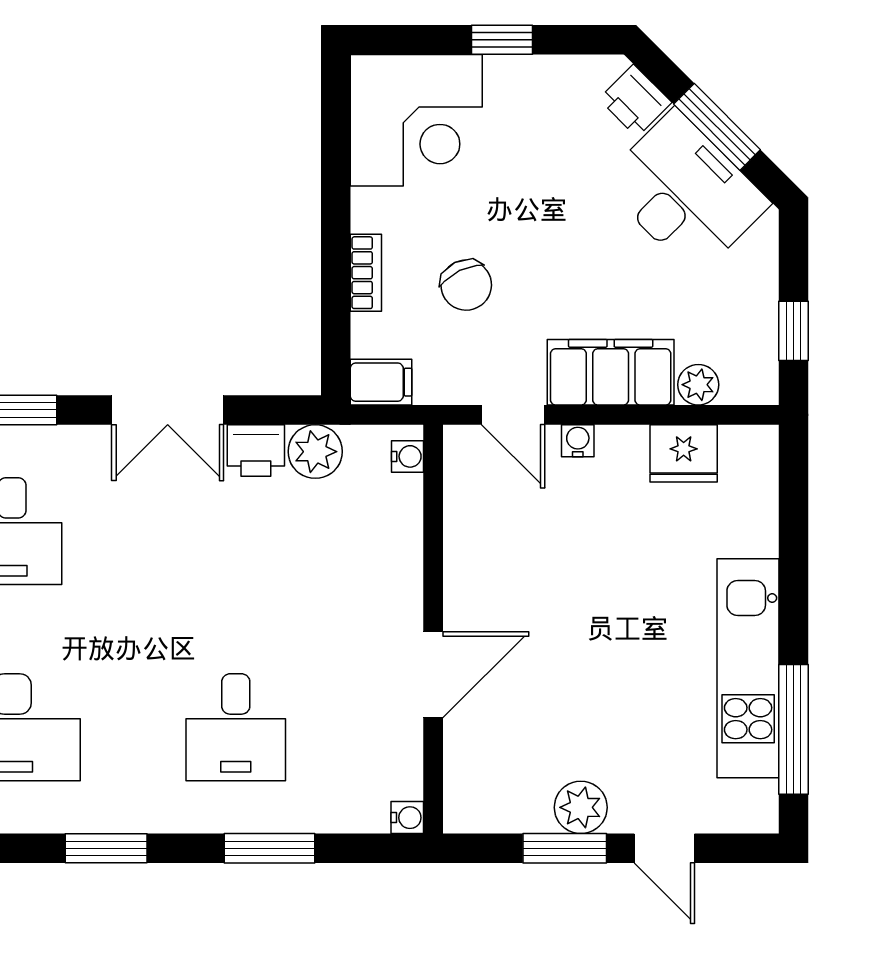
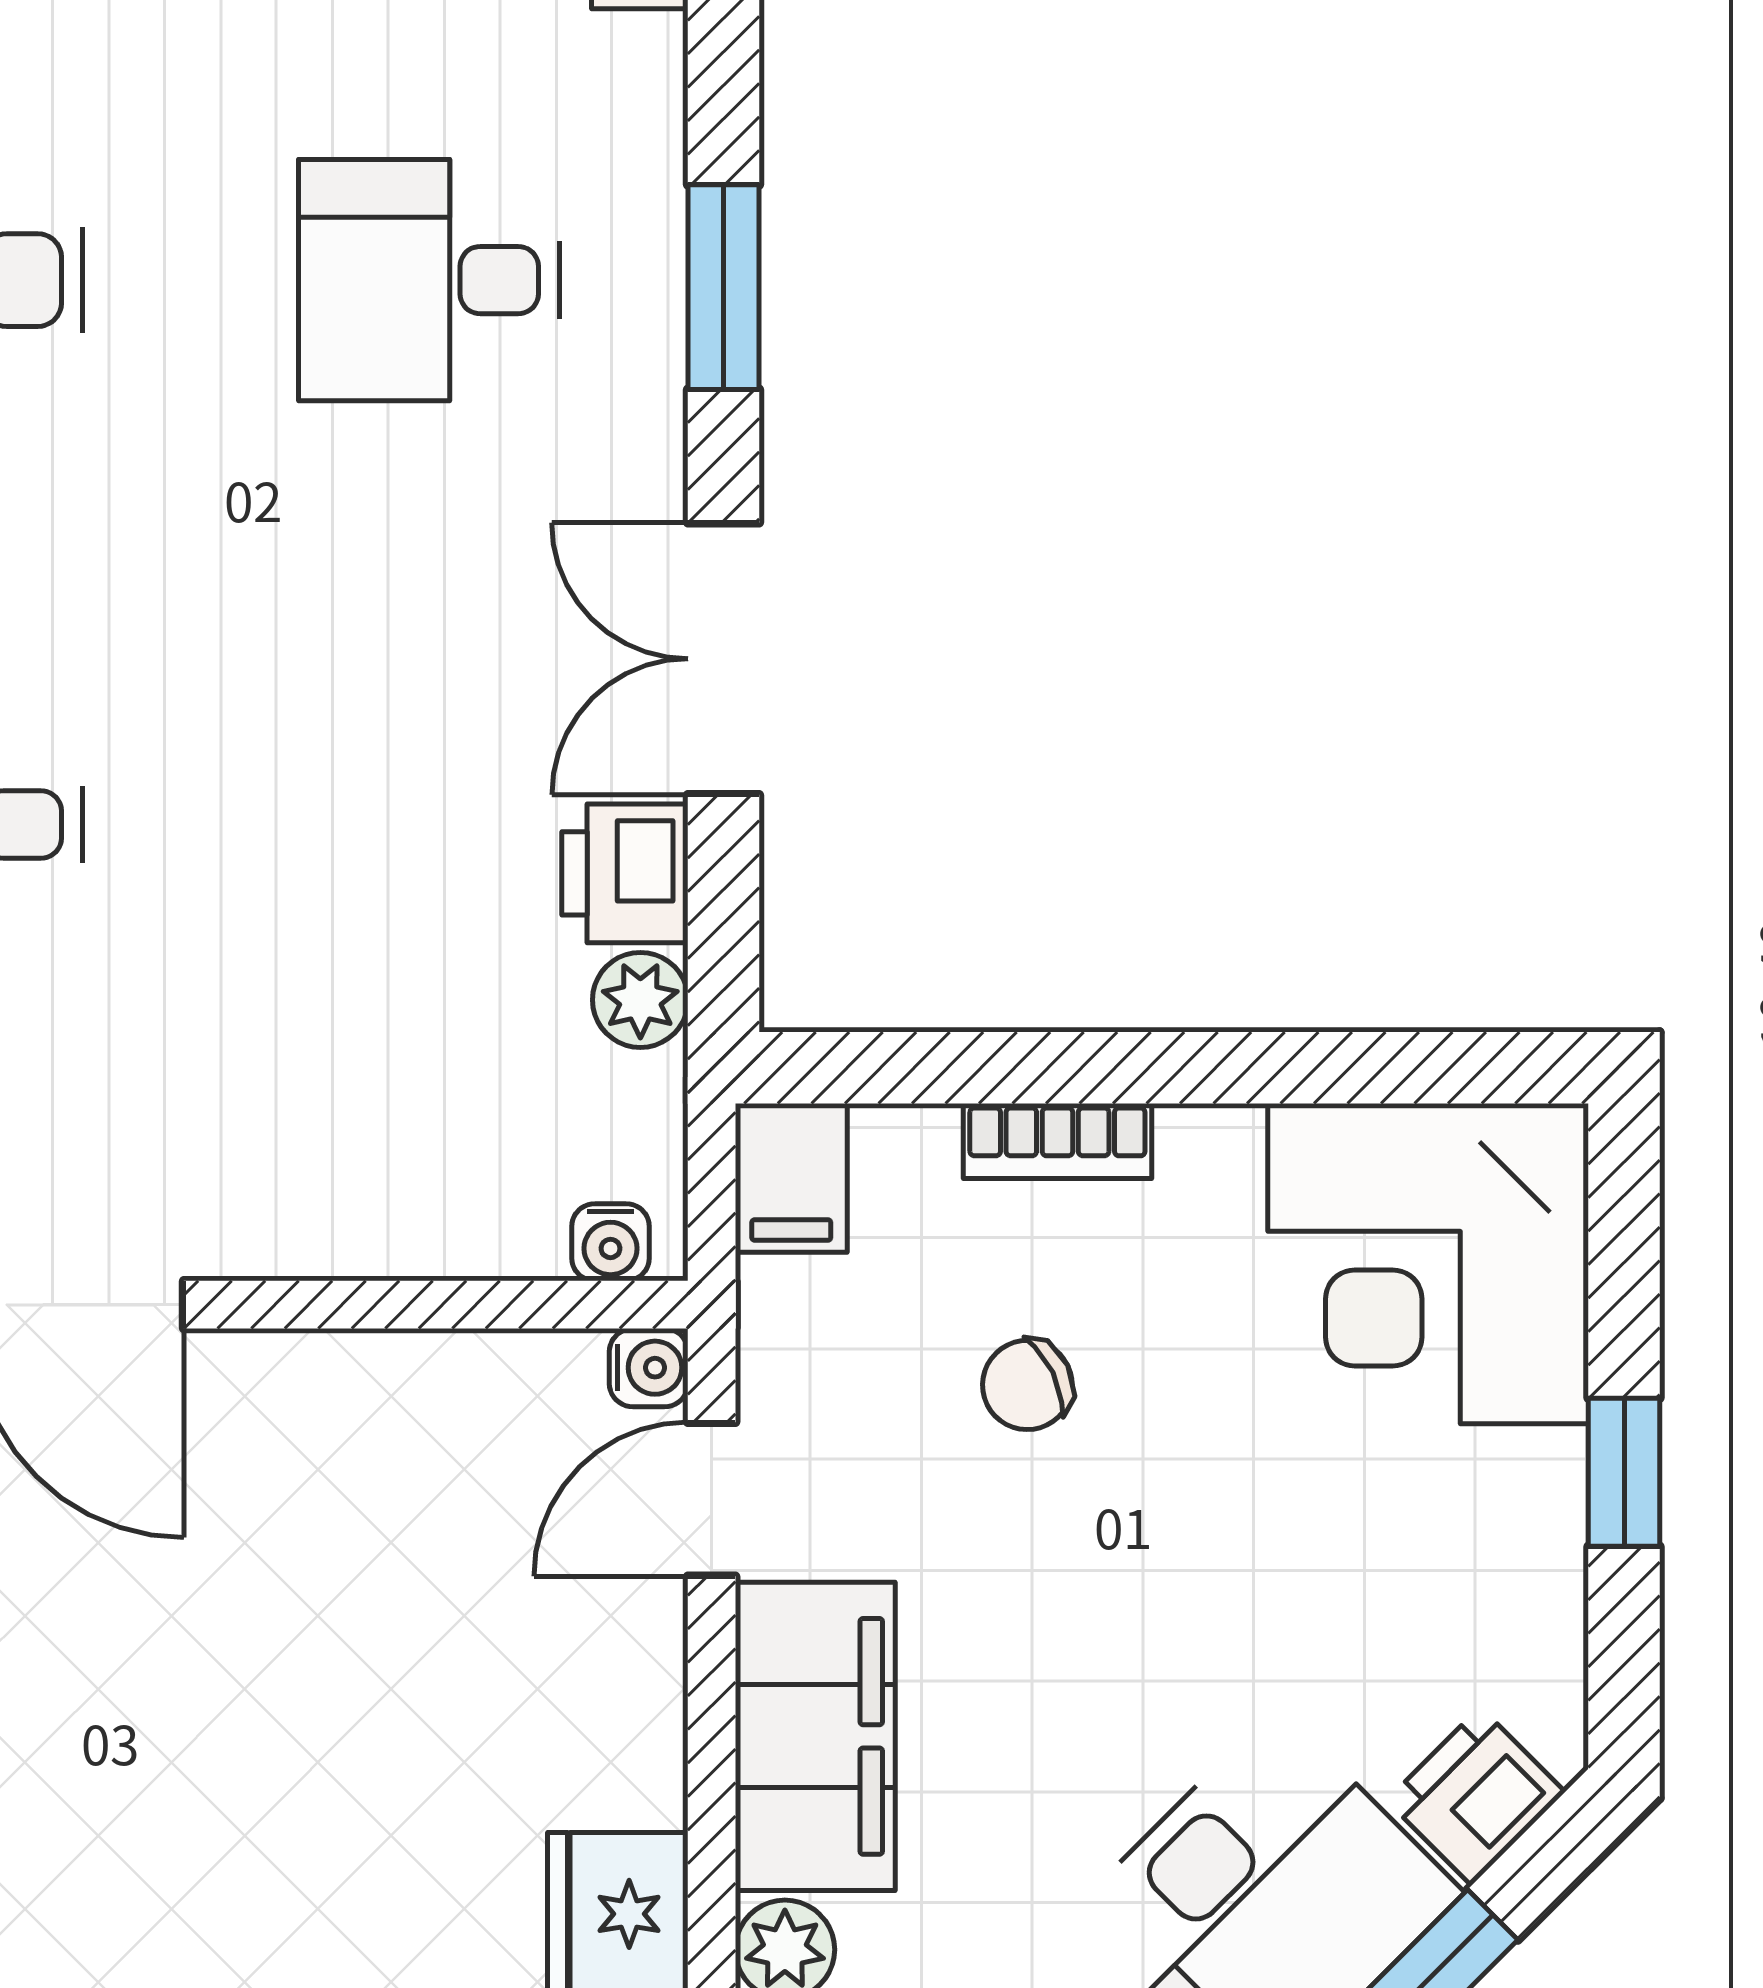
chair: (466, 285) -> (1027, 1385), width x0.73, depth x0.73
water cooler: (578, 441) -> (649, 1368), moved
plant: (315, 452) -> (640, 1000), width x0.73, depth x0.73

